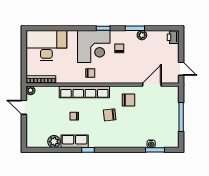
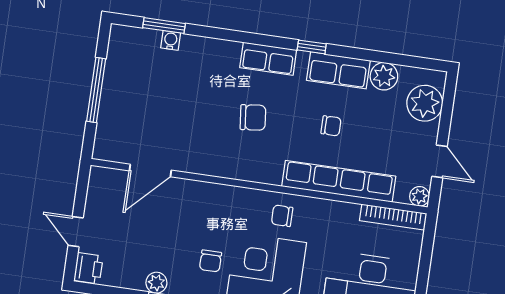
door: (181, 69) -> (76, 232), moved
row of seats: (84, 92) -> (339, 181), moved
chair: (128, 100) -> (207, 144), removed
plant: (34, 132) -> (425, 103), added
row of seats: (107, 142) -> (268, 59), added

